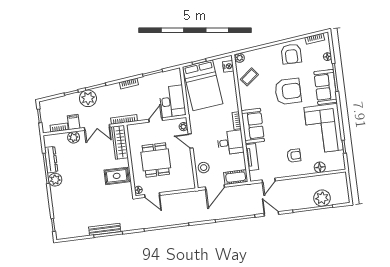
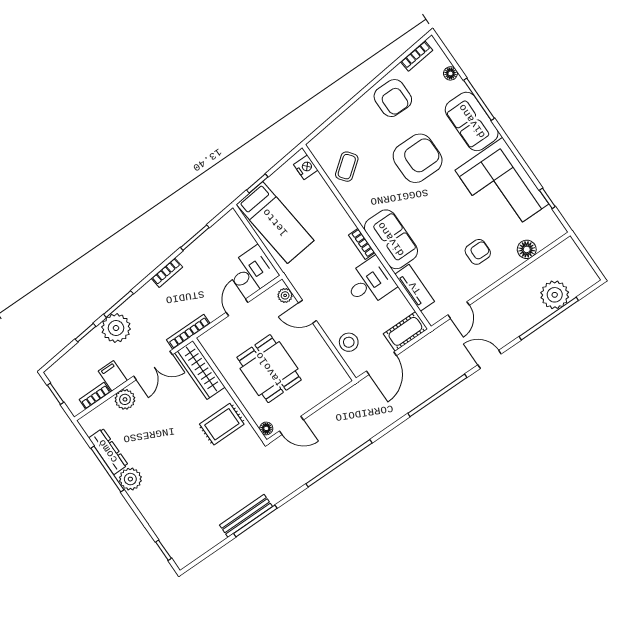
plant: (240, 58) -> (317, 145), removed
bed: (203, 85) -> (275, 222), width x0.67
desk: (172, 101) -> (252, 271), width x0.73

